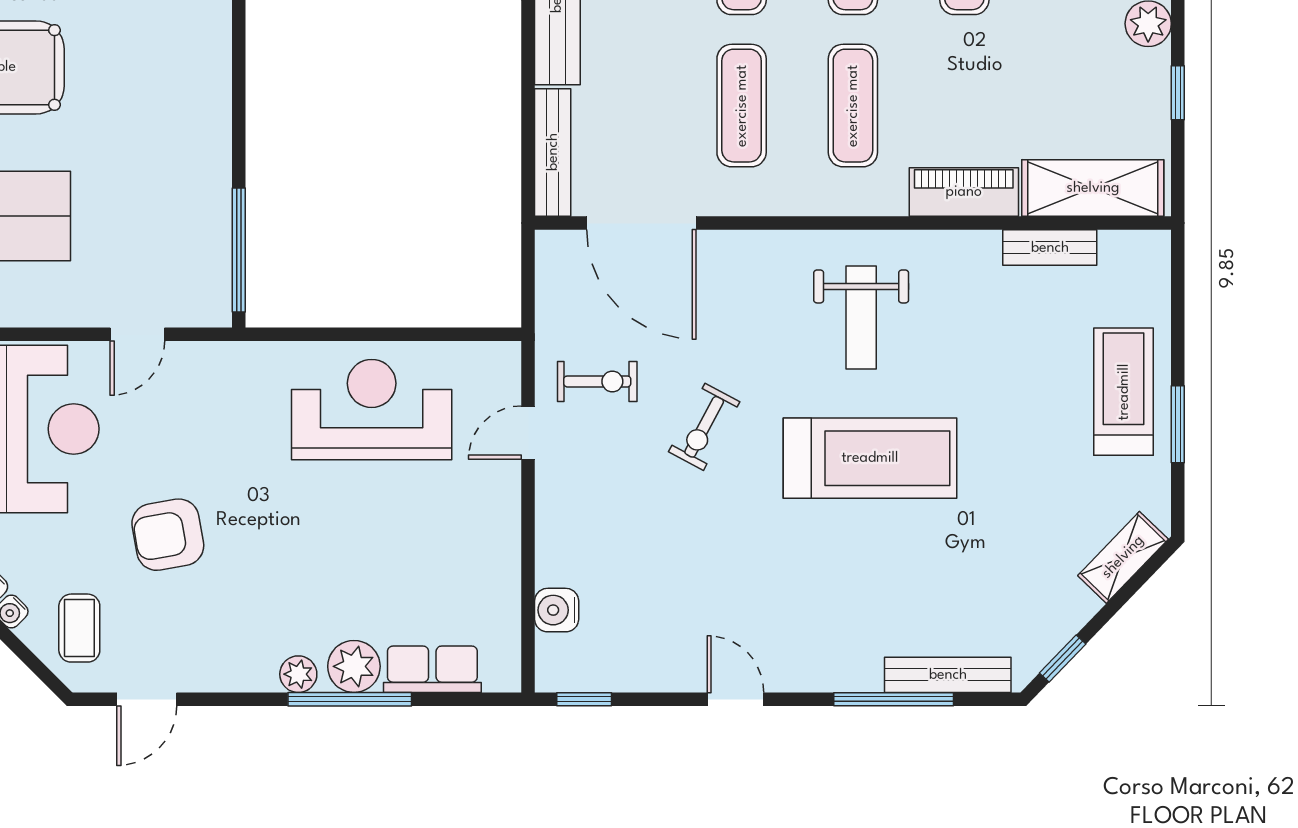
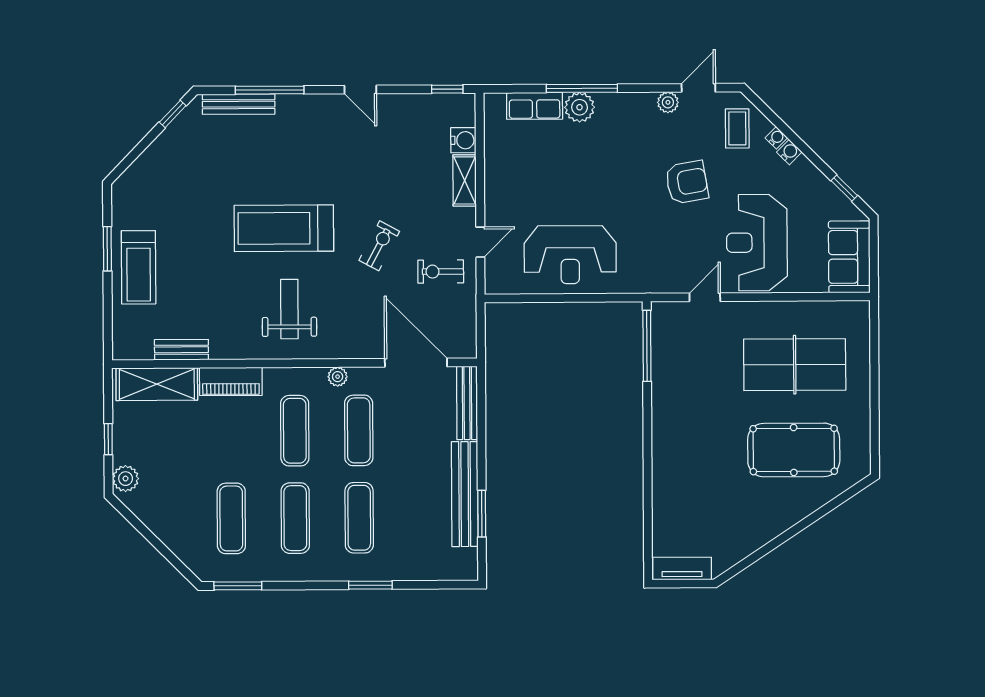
plant: (778, 199) -> (338, 377), added
shelving: (1123, 557) -> (465, 180), moved, turned -44
plant: (298, 674) -> (668, 102), moved

